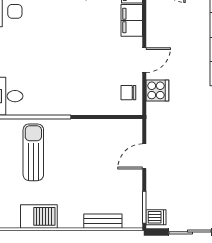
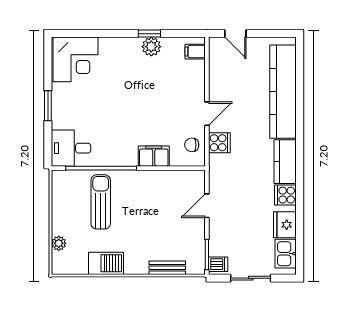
filing cabinet: (132, 20) -> (154, 156), moved, turned 90

